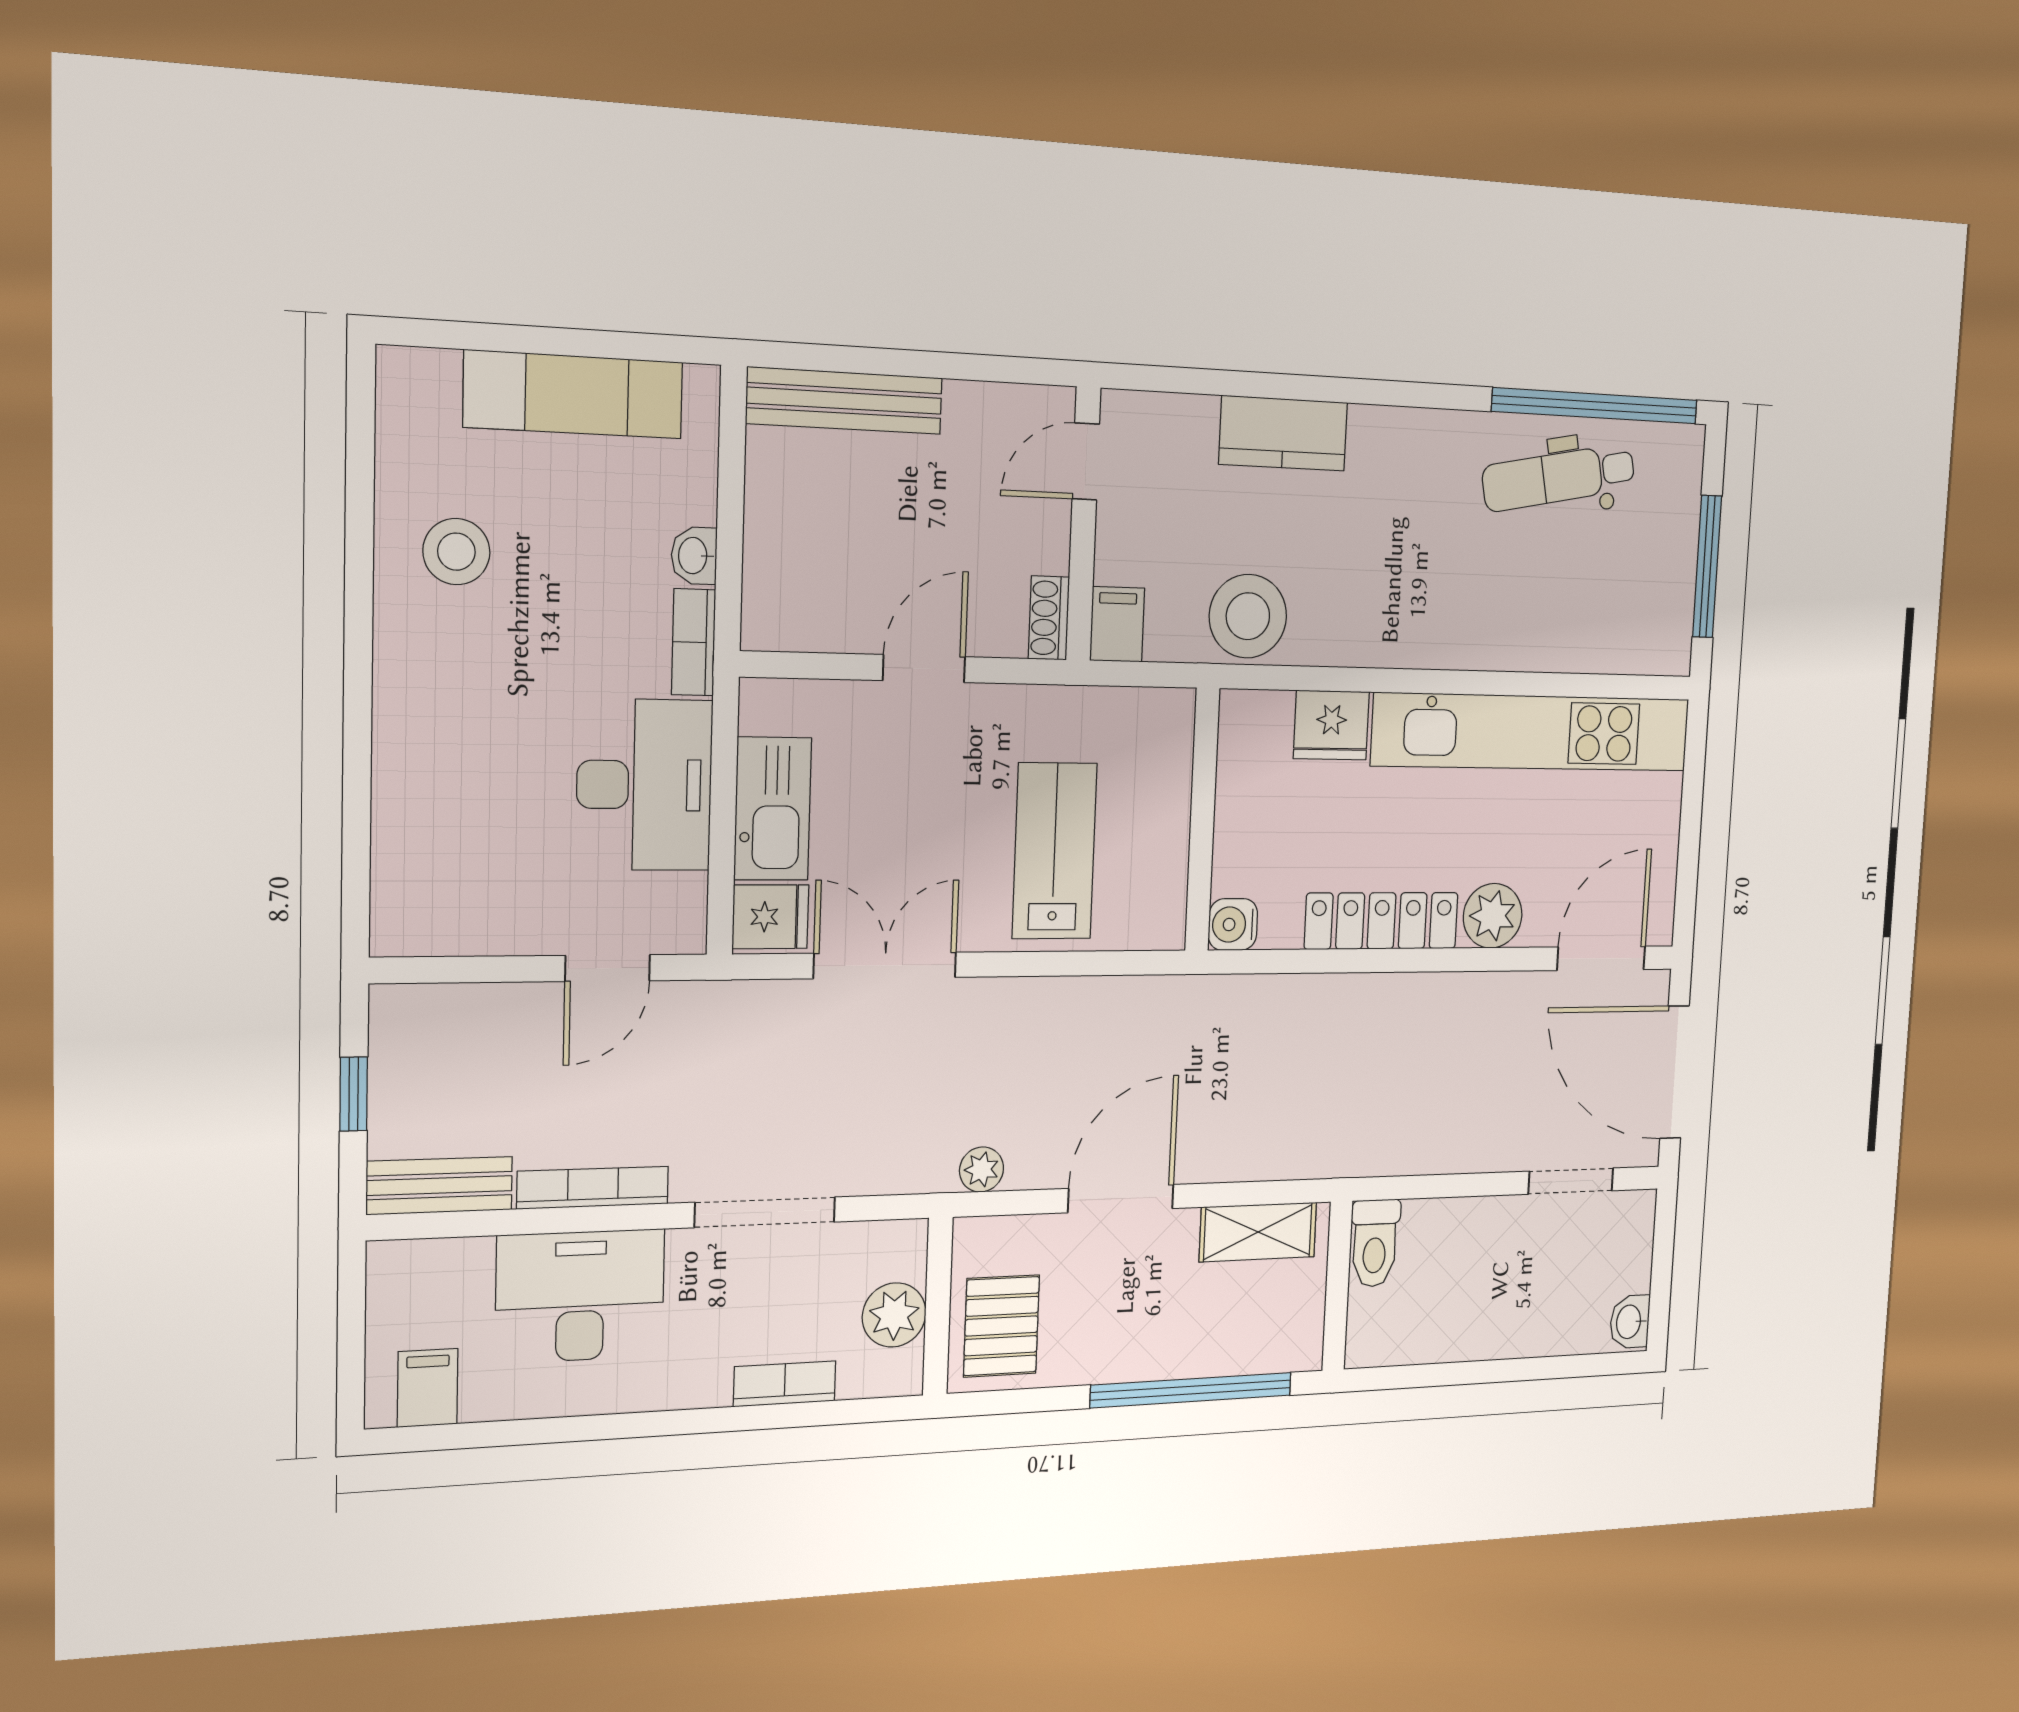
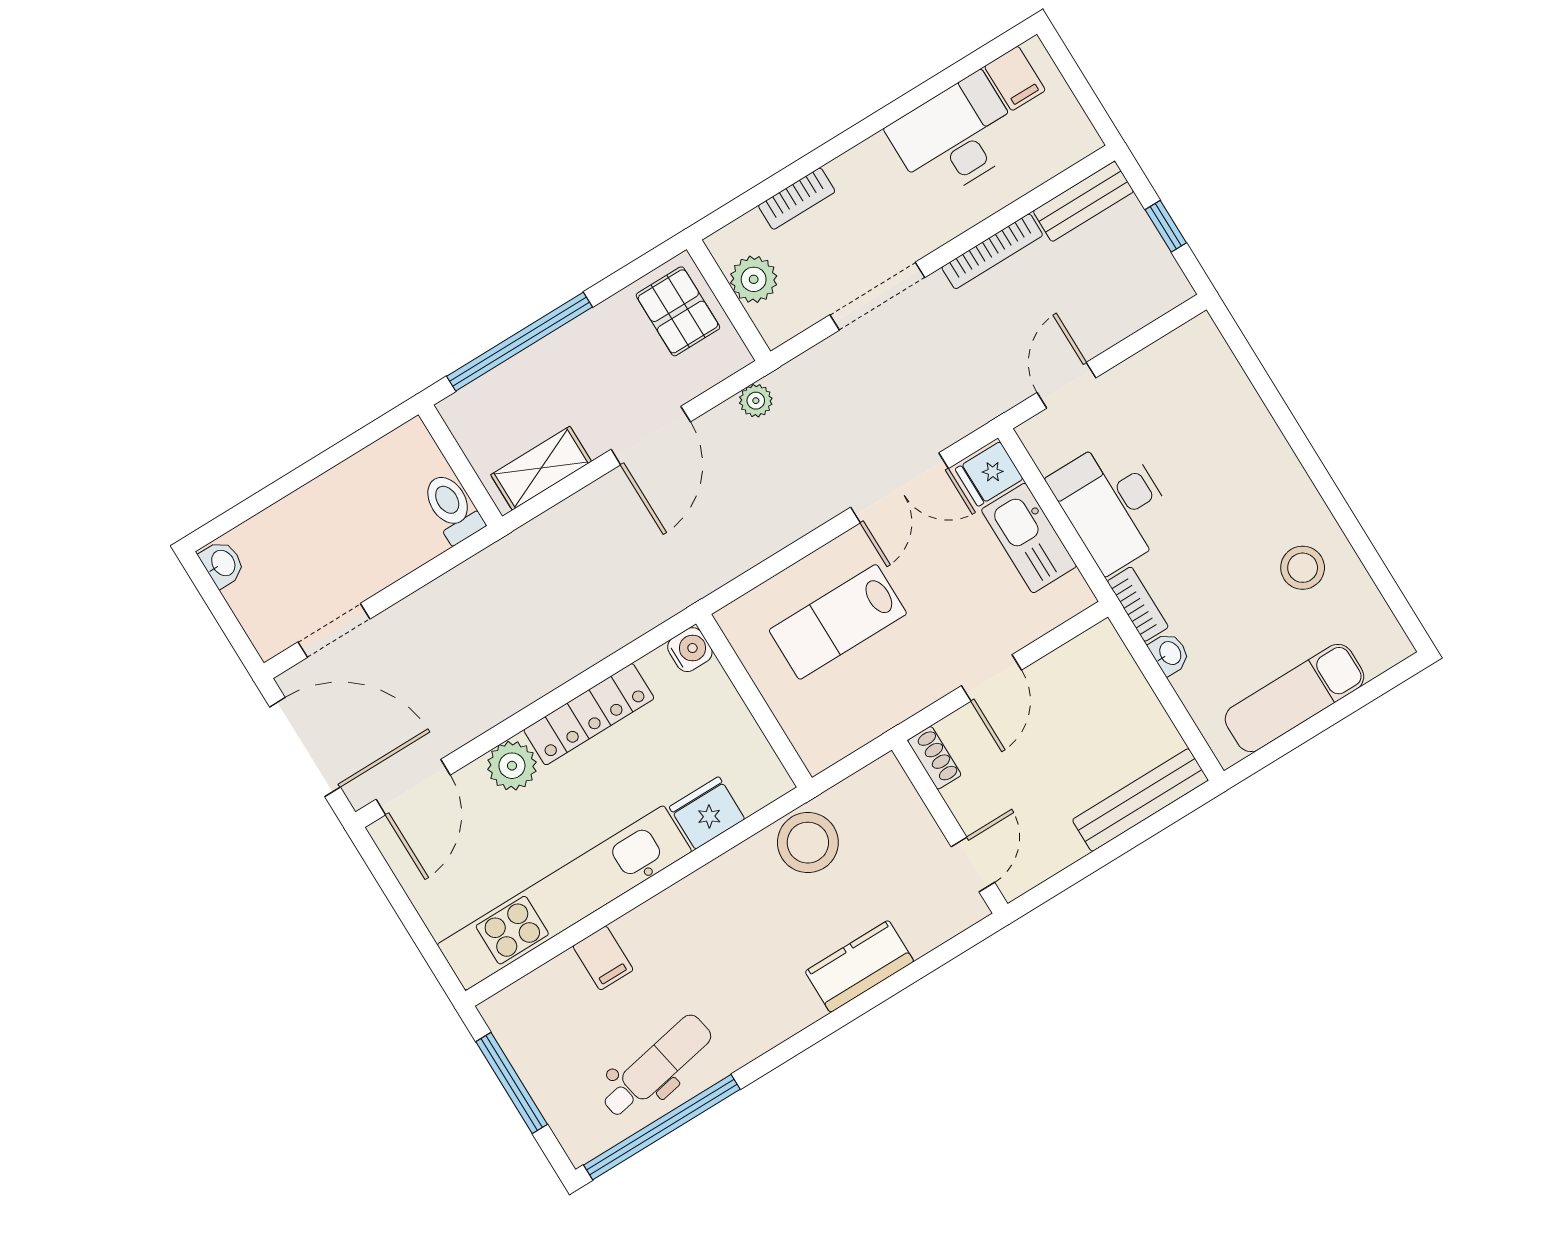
filing cabinet: (1117, 624) -> (603, 958), moved
lab bench: (1055, 851) -> (838, 622), turned 90
desk: (580, 1296) -> (956, 137), moved, turned 180

